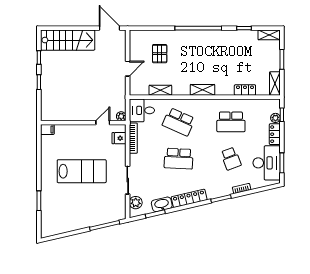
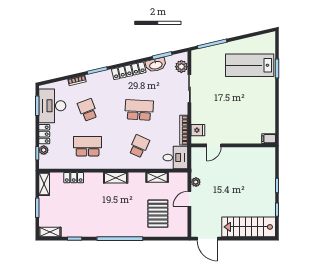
pallet: (160, 54) -> (158, 214), width x1.50, depth x1.42
plant: (121, 116) -> (196, 182), moved
school desk: (179, 122) -> (139, 146), width x0.54
lab bench: (82, 171) -> (250, 65), moved

